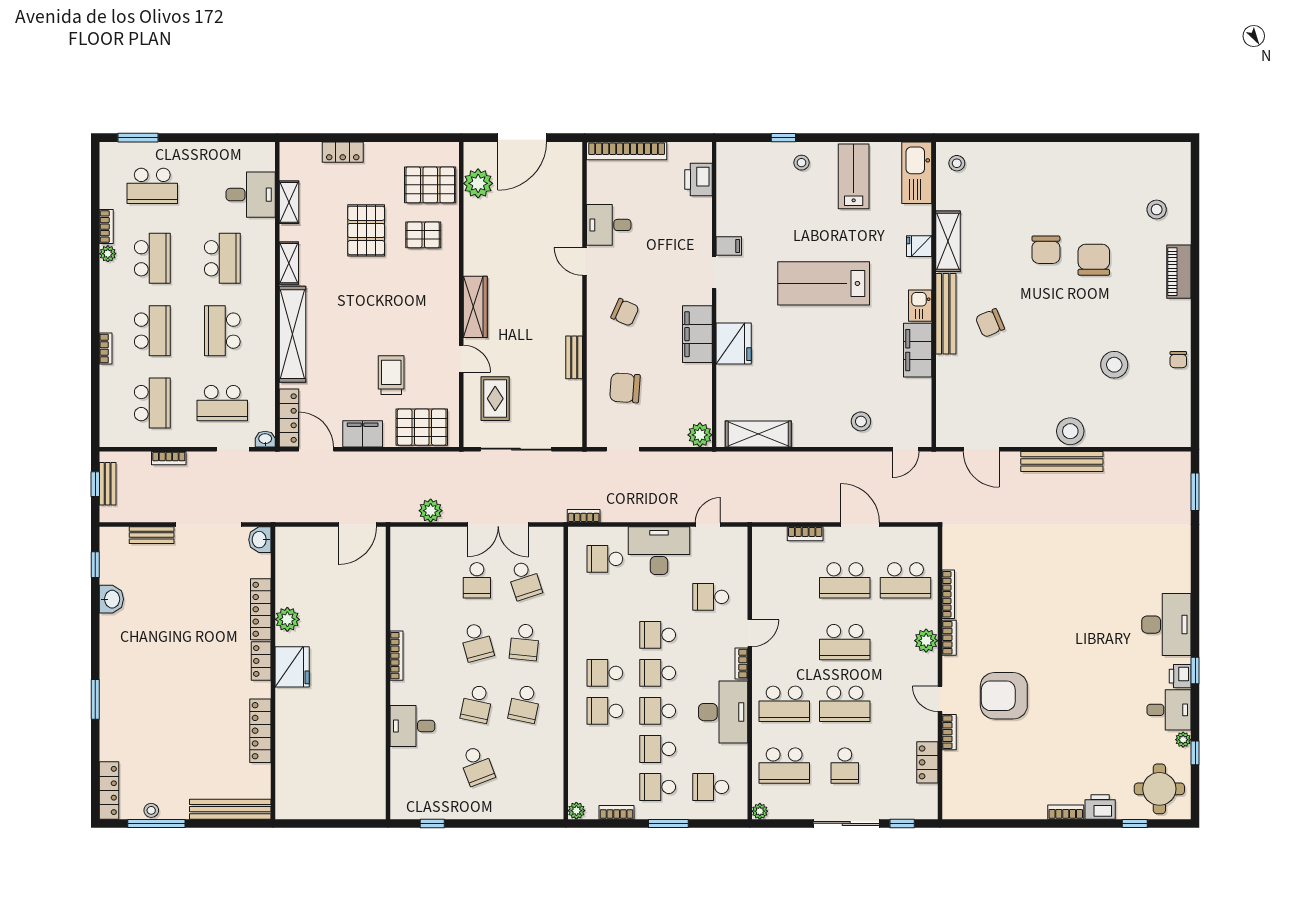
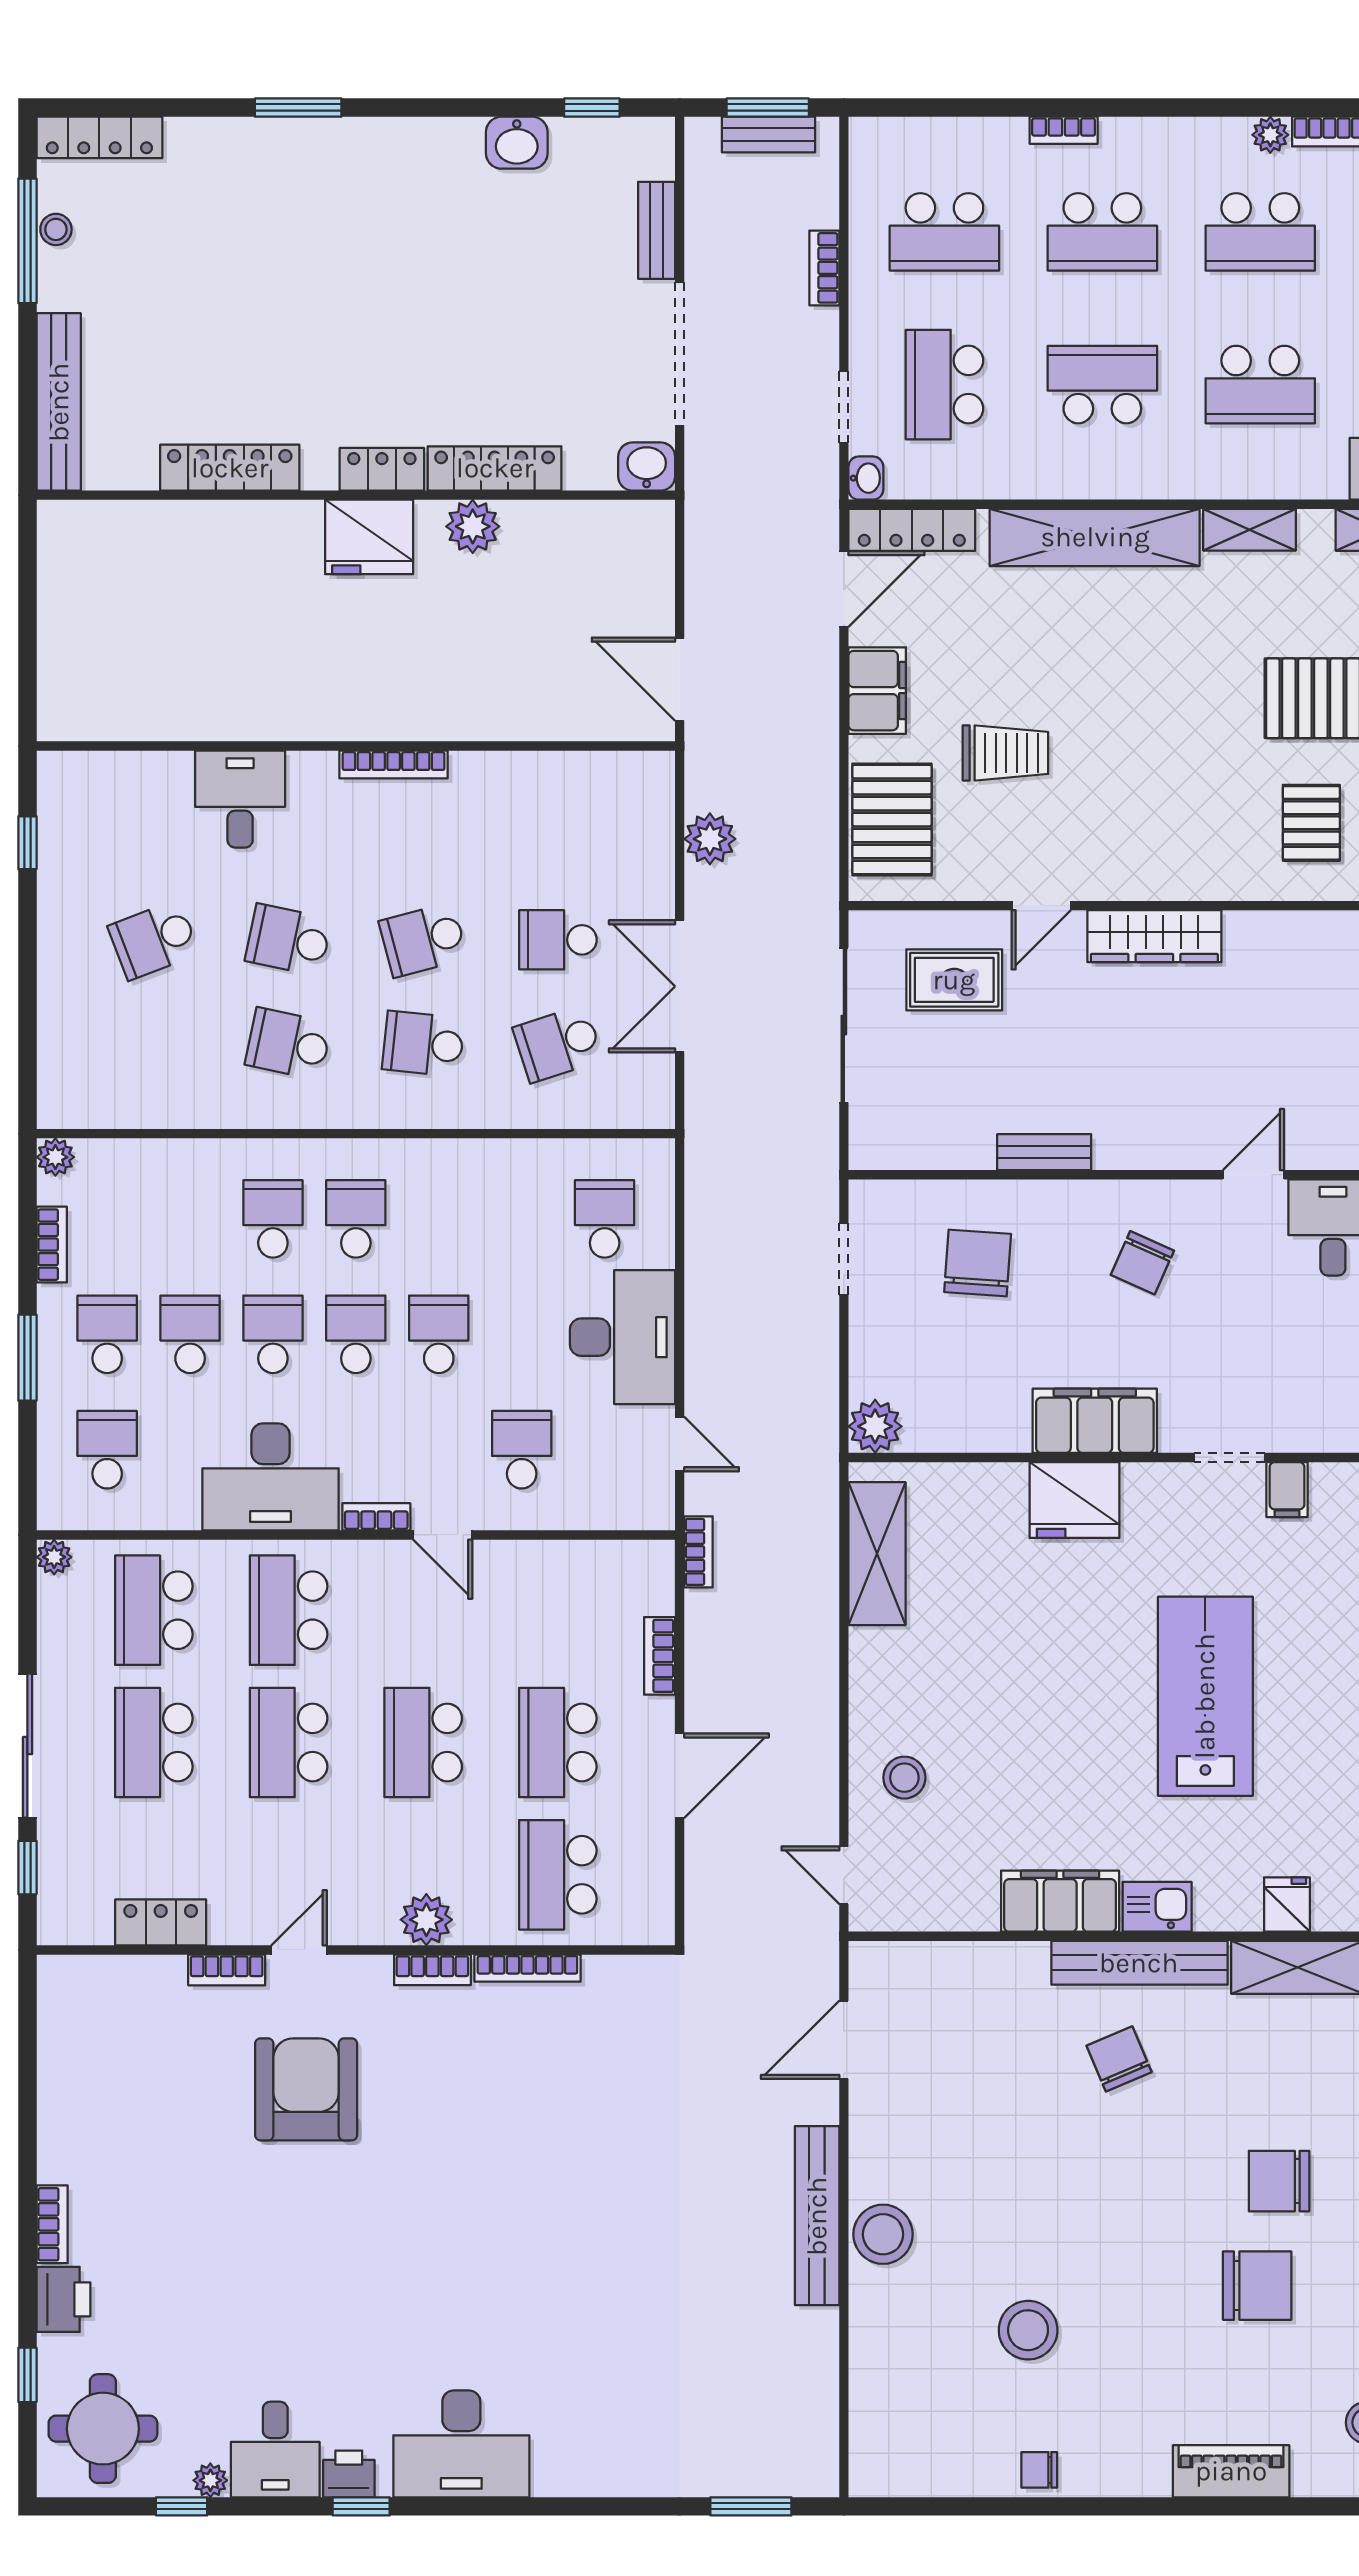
window: (95, 484) -> (768, 108), width x1.50
bookcase: (584, 516) -> (698, 1552), moved
school desk: (845, 765) -> (154, 1742), width x1.85

